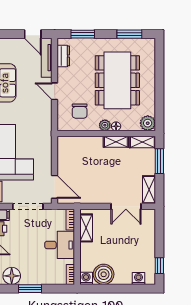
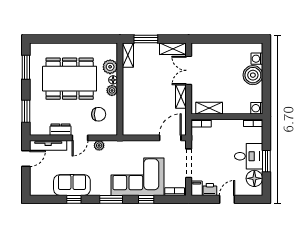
dresser: (63, 56) -> (61, 130), moved
plant: (47, 112) -> (99, 145), added
plant: (148, 123) -> (110, 67), moved
shelving: (116, 142) -> (181, 97), moved
double door: (126, 206) -> (189, 70), swing flipped
desk: (60, 245) -> (249, 156), moved, turned 90
window: (159, 266) -> (245, 39), removed
boiler: (104, 274) -> (253, 75), moved

